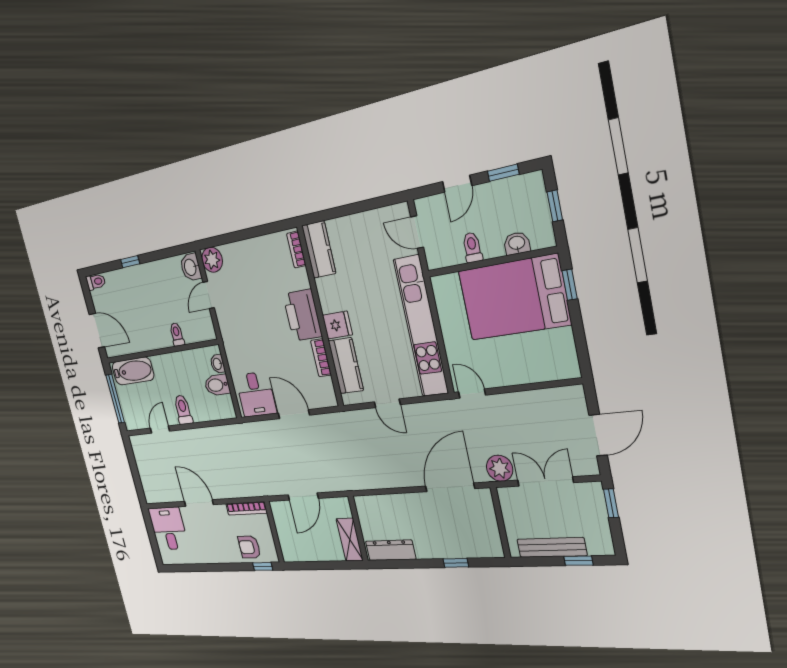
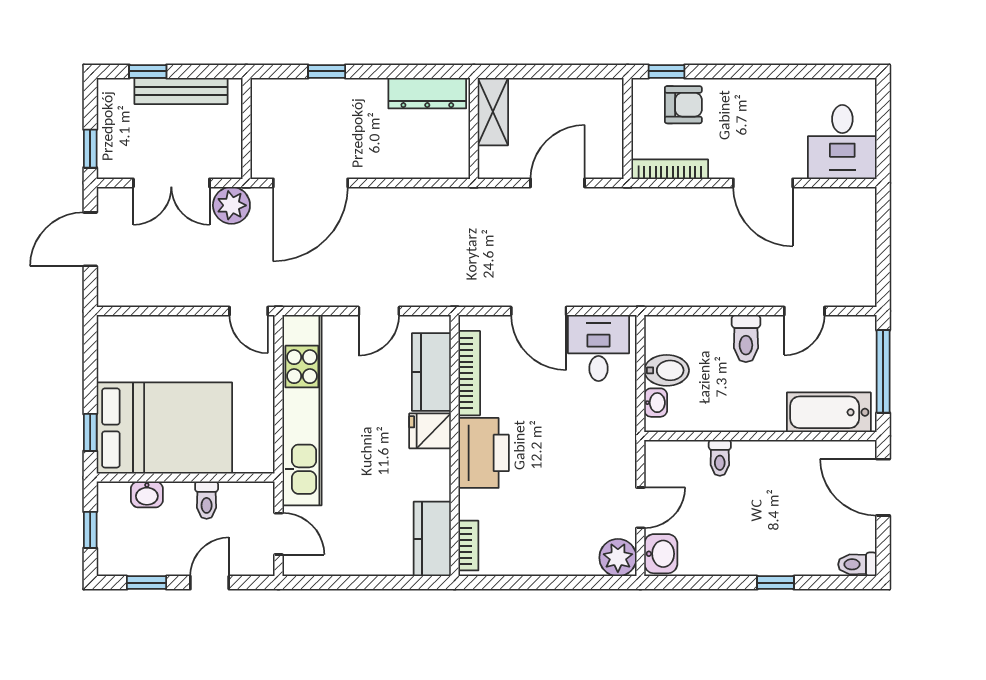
bookcase: (321, 358) -> (469, 373), width x1.56
door: (387, 403) -> (379, 311), swing flipped

